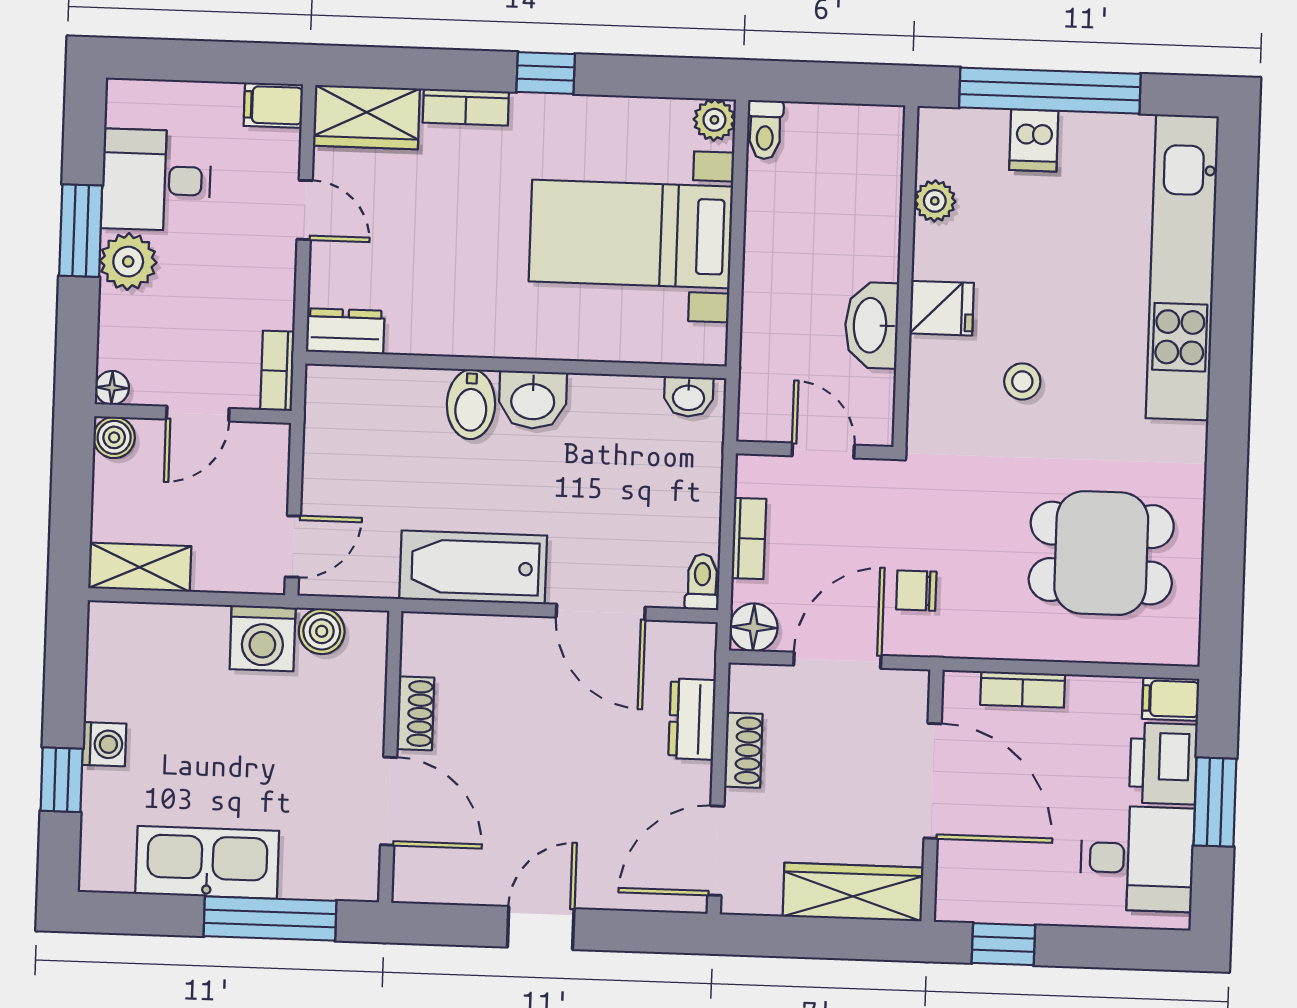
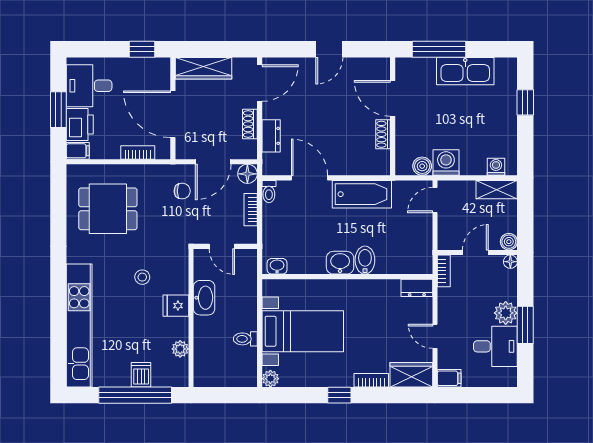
toilet: (765, 130) -> (245, 339), moved, turned -90
washing machine: (104, 744) -> (496, 167), moved, turned 90

